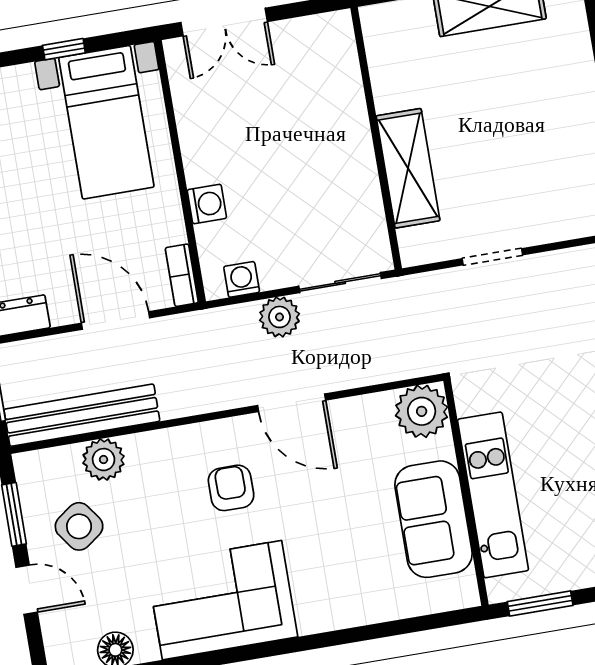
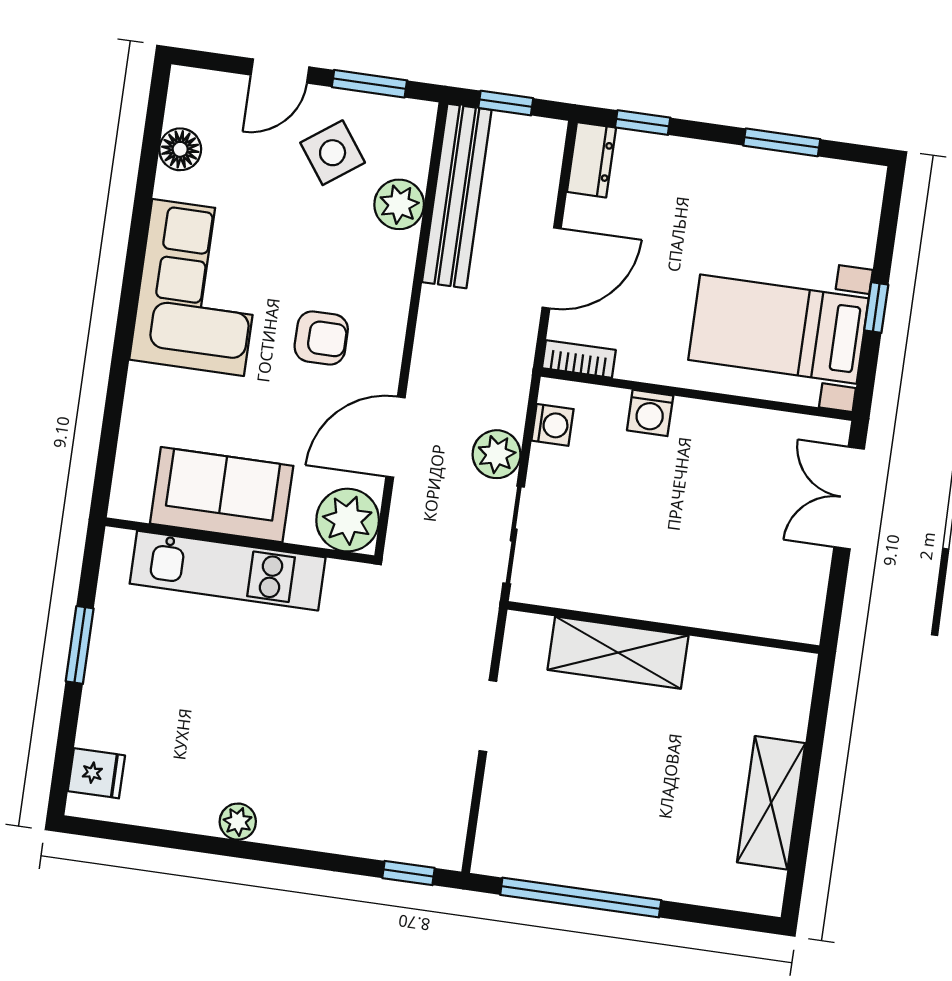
plant: (422, 411) -> (348, 520), moved
wall: (466, 493) -> (240, 541), moved
kitchen unit: (493, 495) -> (228, 571), moved
sofa: (434, 519) -> (222, 495), moved

